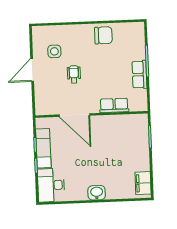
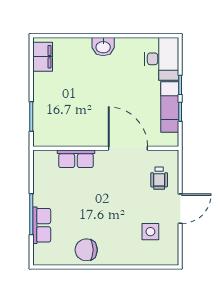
wheelchair: (74, 74) -> (159, 178), moved
row of seats: (139, 75) -> (42, 225), moved

